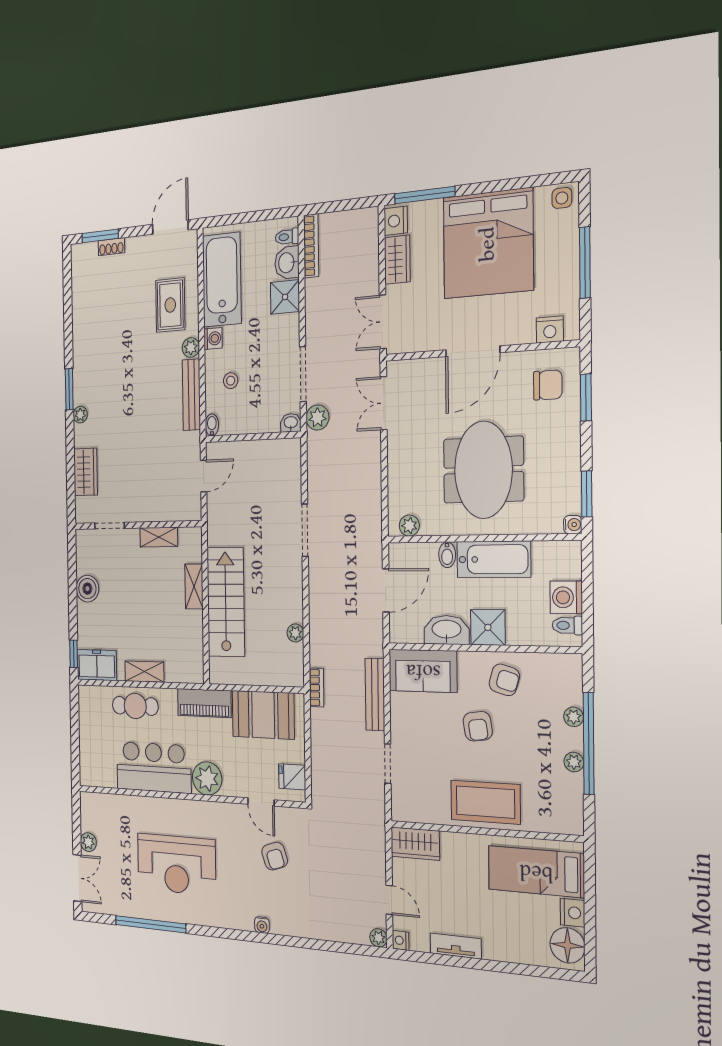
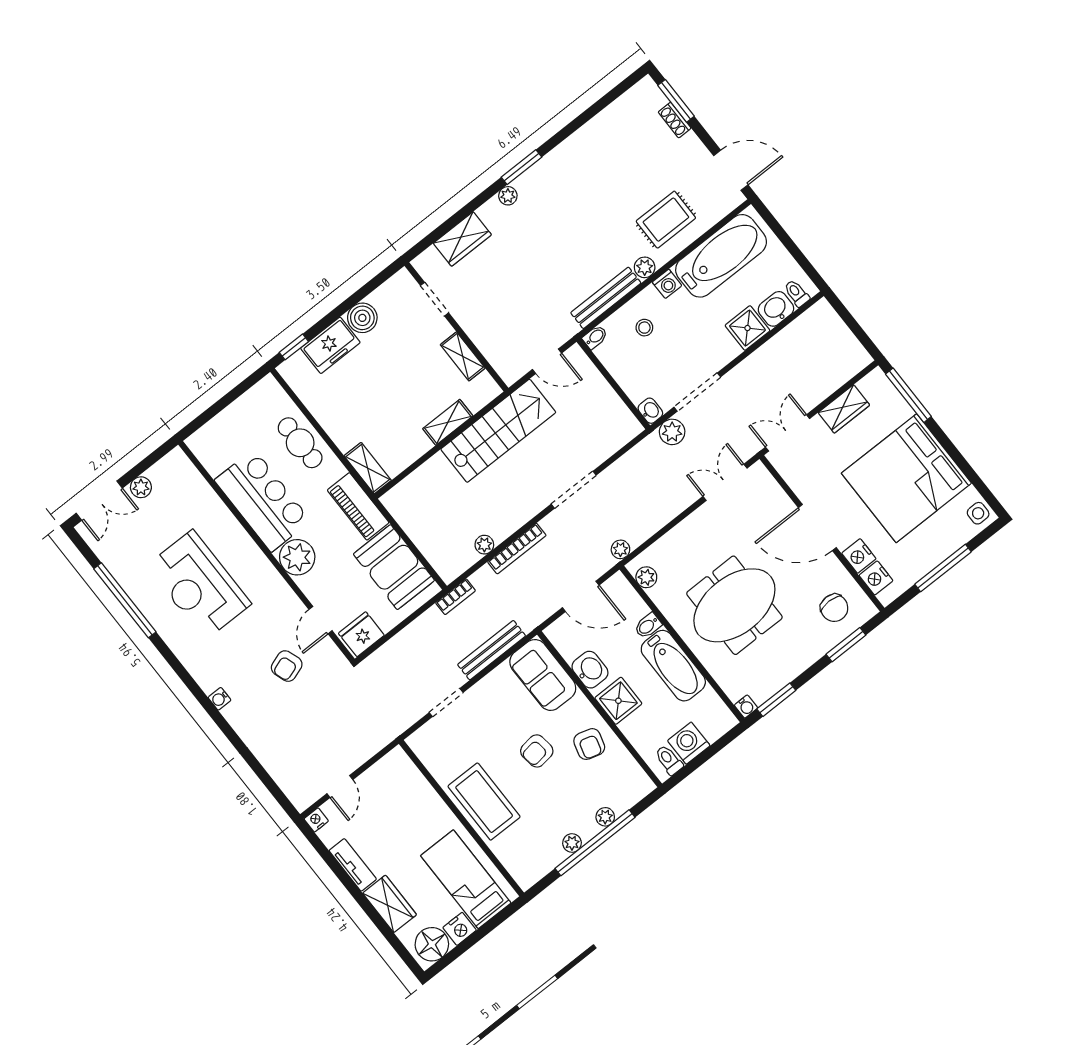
nightstand: (396, 221) -> (859, 556), moved, turned -90
bookcase: (311, 246) -> (517, 549), moved
stairs: (226, 602) -> (498, 431), moved
washbasin: (447, 630) -> (590, 670), width x0.72
freezer: (97, 665) -> (330, 345), moved, turned 90
shelving: (144, 672) -> (368, 468), moved
fridge: (292, 777) -> (361, 634), width x1.38
wardrobe: (415, 844) -> (390, 904), moved, turned 180
plant: (378, 938) -> (620, 549), moved

